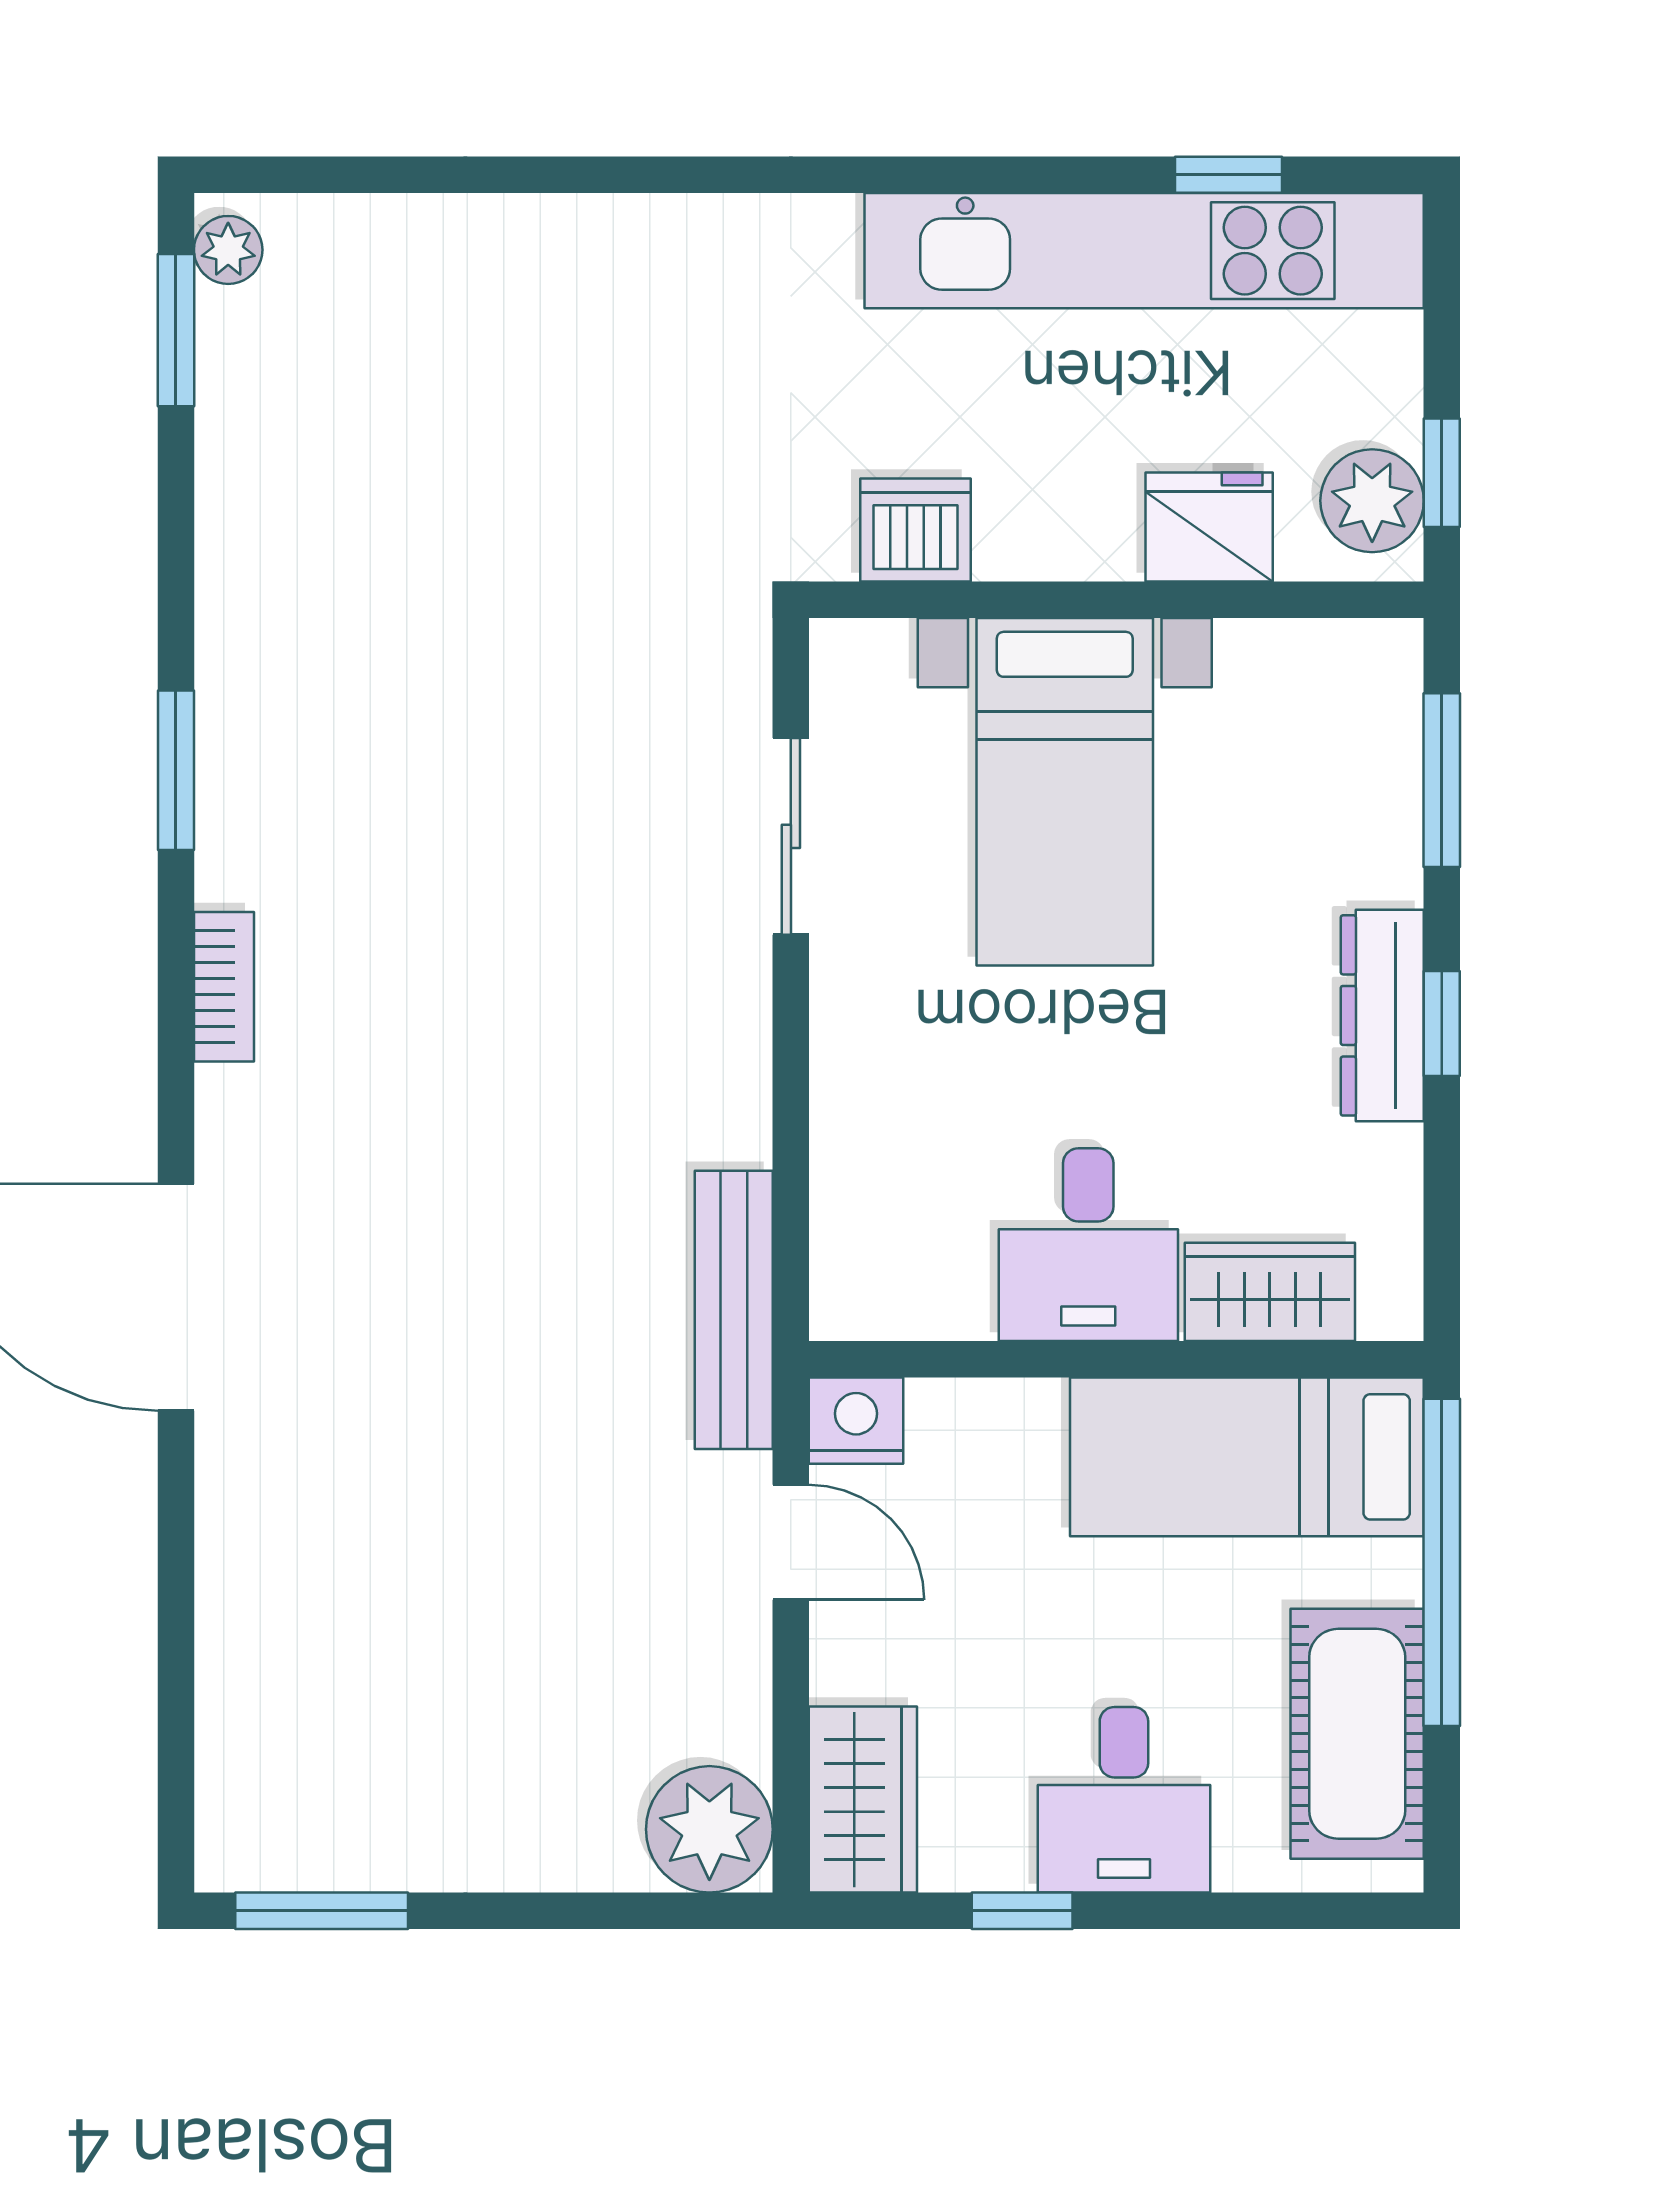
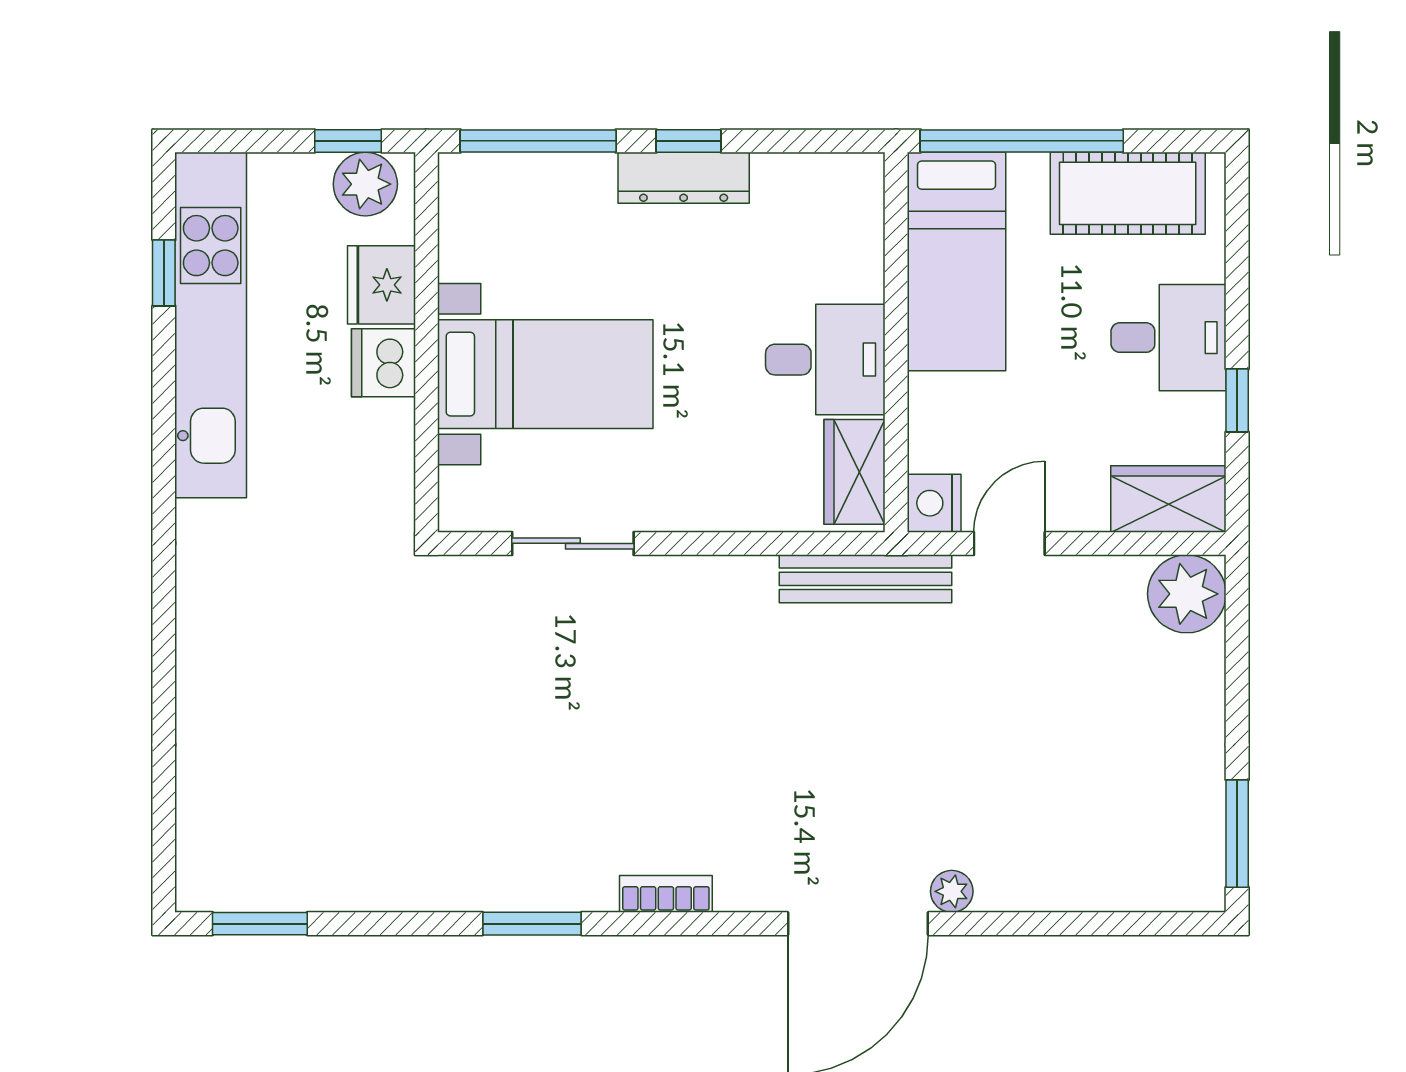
plant: (228, 250) -> (952, 891), moved
dishwasher: (915, 530) -> (383, 363), moved
window: (1442, 780) -> (538, 141), width x1.44
wardrobe: (1270, 1292) -> (855, 472), moved

